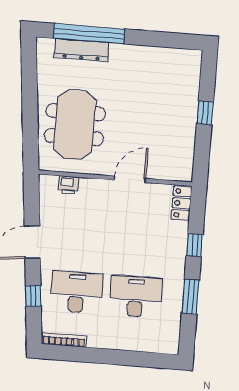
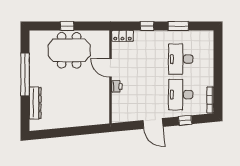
window: (89, 34) -> (25, 74), moved
meeting table: (75, 125) -> (69, 50), moved
printer: (69, 185) -> (117, 86), moved

